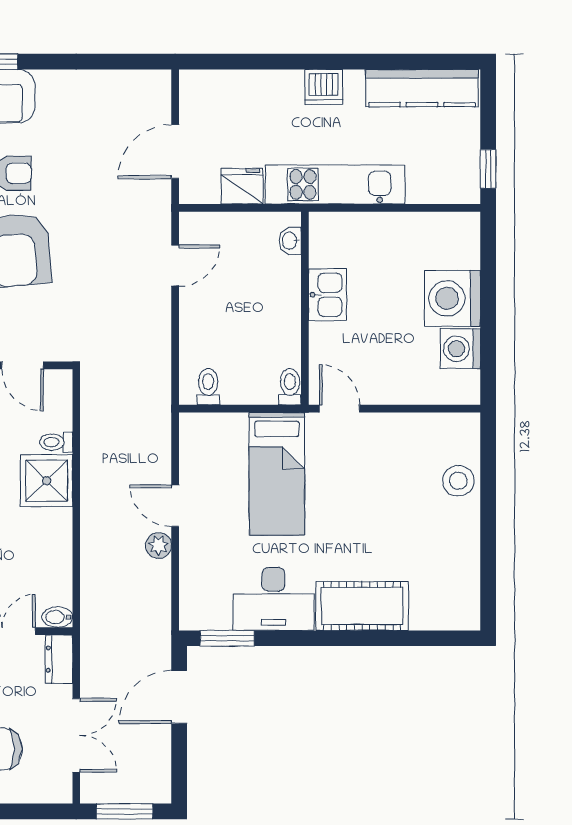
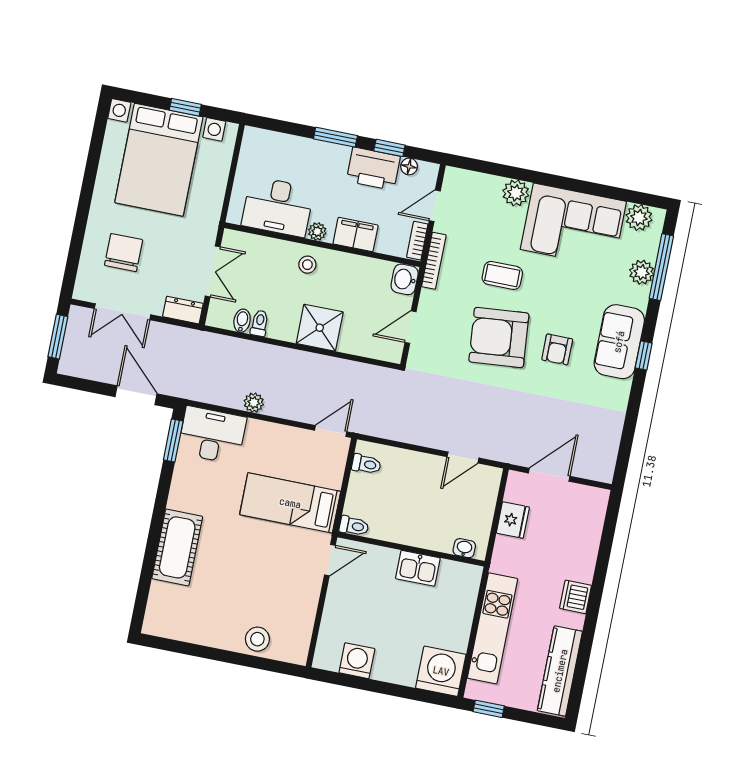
door: (175, 152) -> (549, 475), hinge flipped
kitchen unit: (335, 184) -> (493, 628), moved
door: (175, 266) -> (463, 457), hinge flipped
washing machine: (453, 298) -> (441, 671), moved
toilet: (56, 442) -> (260, 323), moved
door: (175, 506) -> (331, 431), moved
desk: (273, 599) -> (212, 435), moved, turned 90
bidet: (57, 617) -> (242, 321), moved

